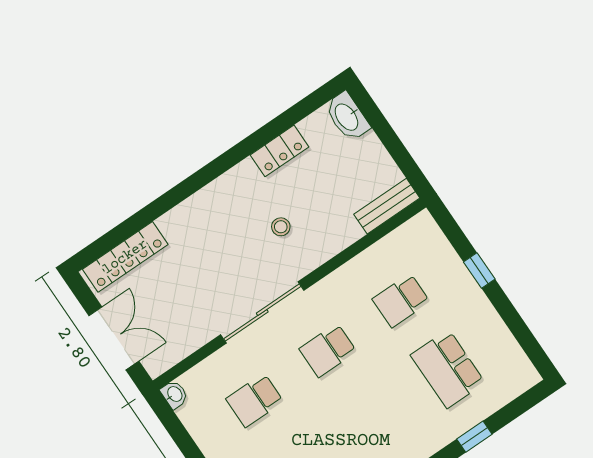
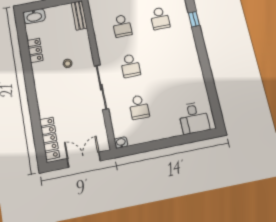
school desk: (448, 369) -> (160, 18), width x0.54

